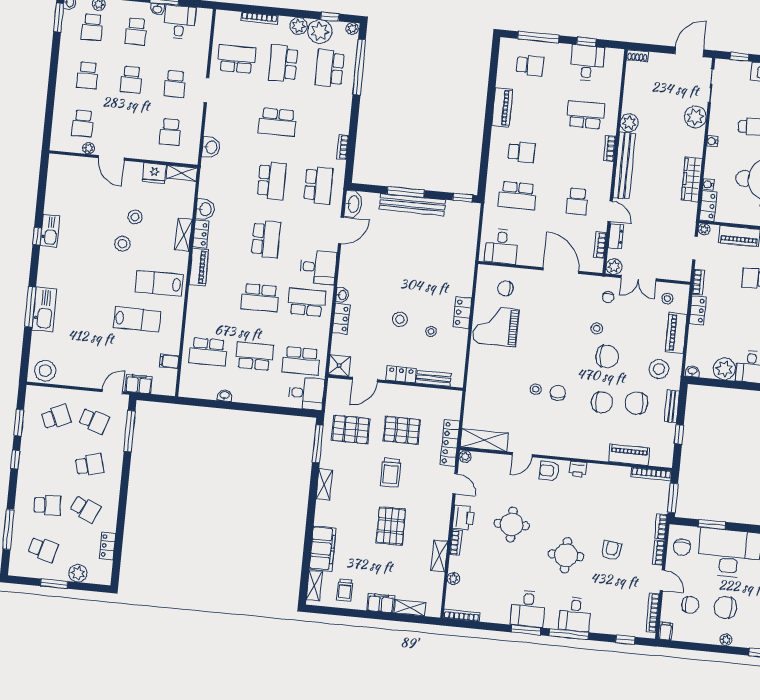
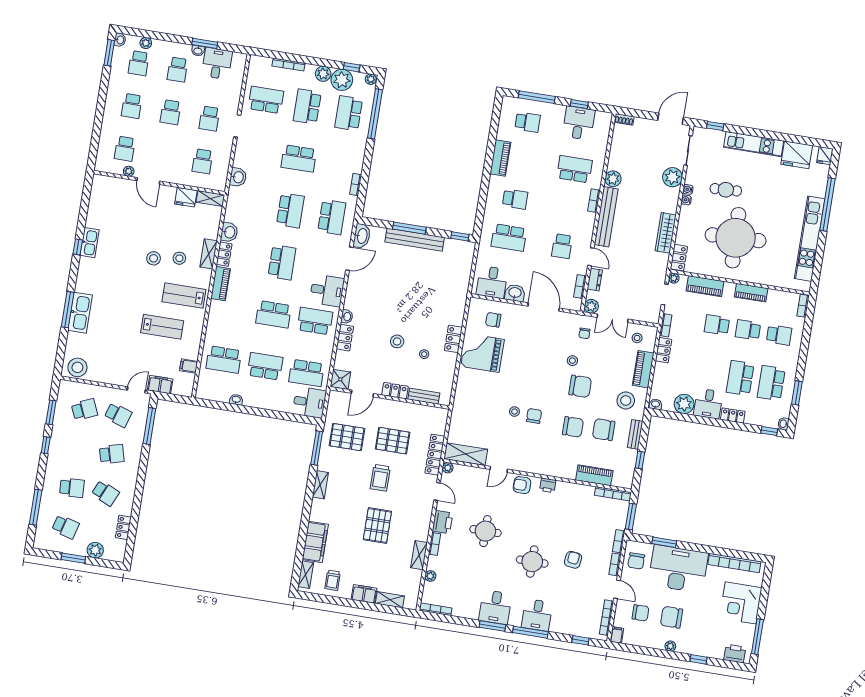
water cooler: (708, 184) -> (688, 189), moved
stool: (135, 217) -> (179, 258), moved
washbasin: (528, 257) -> (515, 293), added

